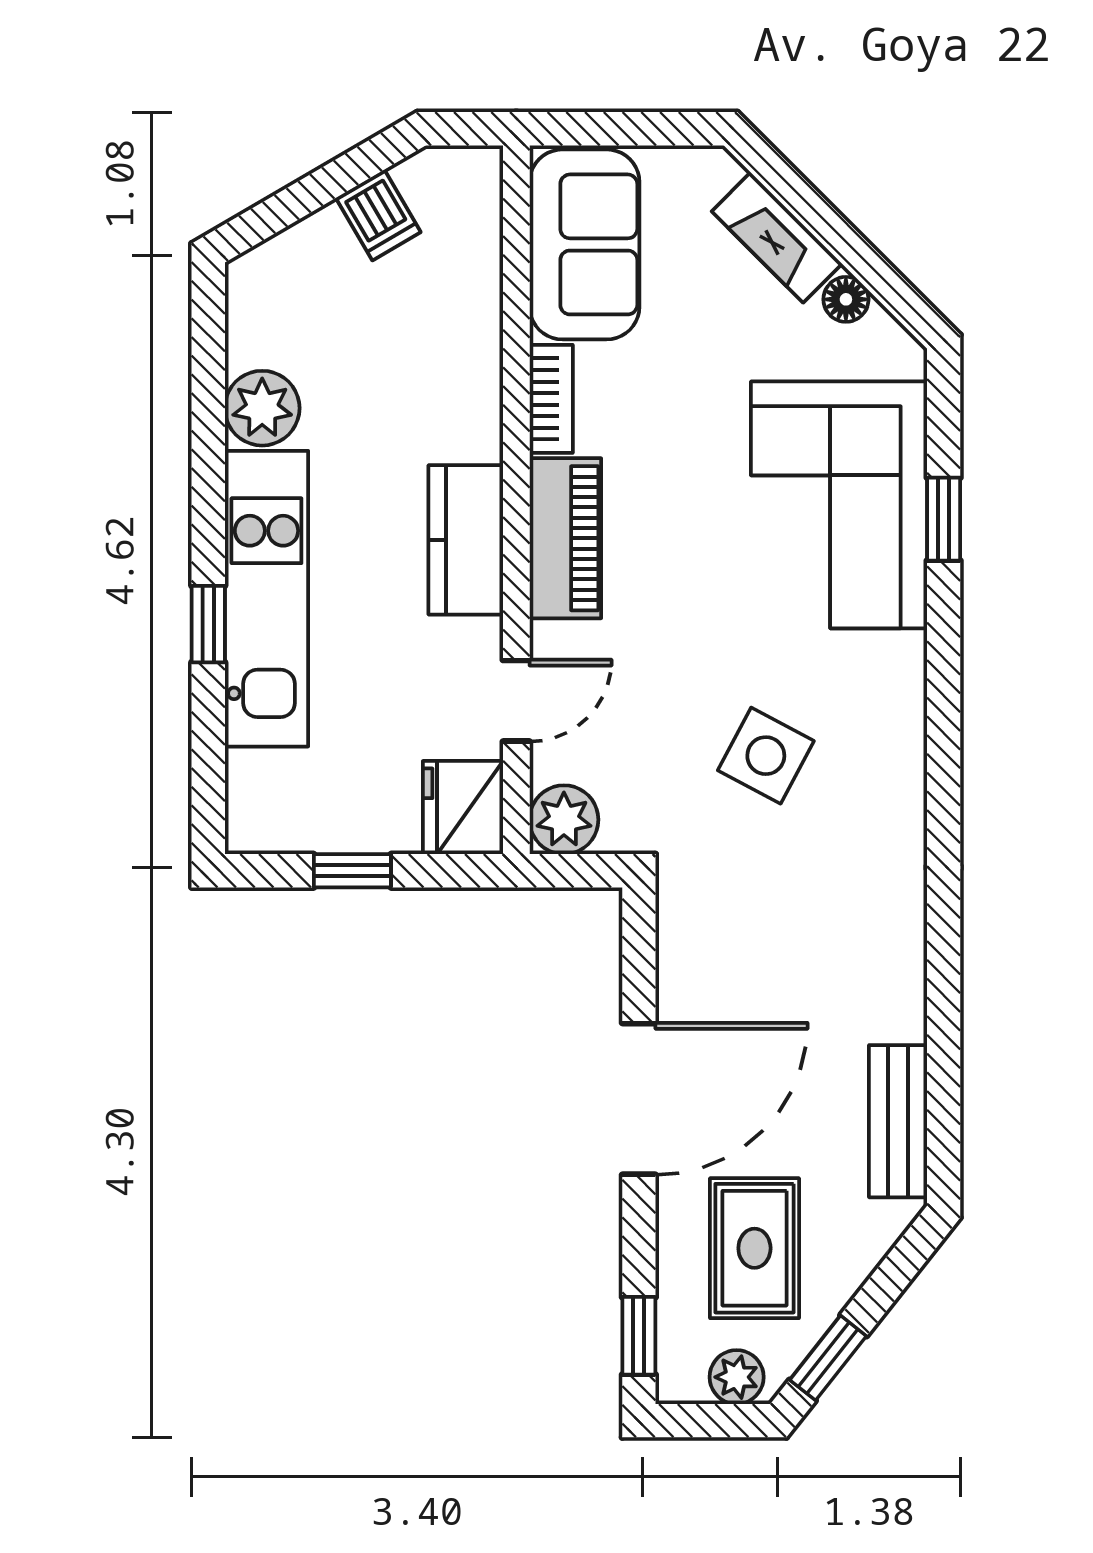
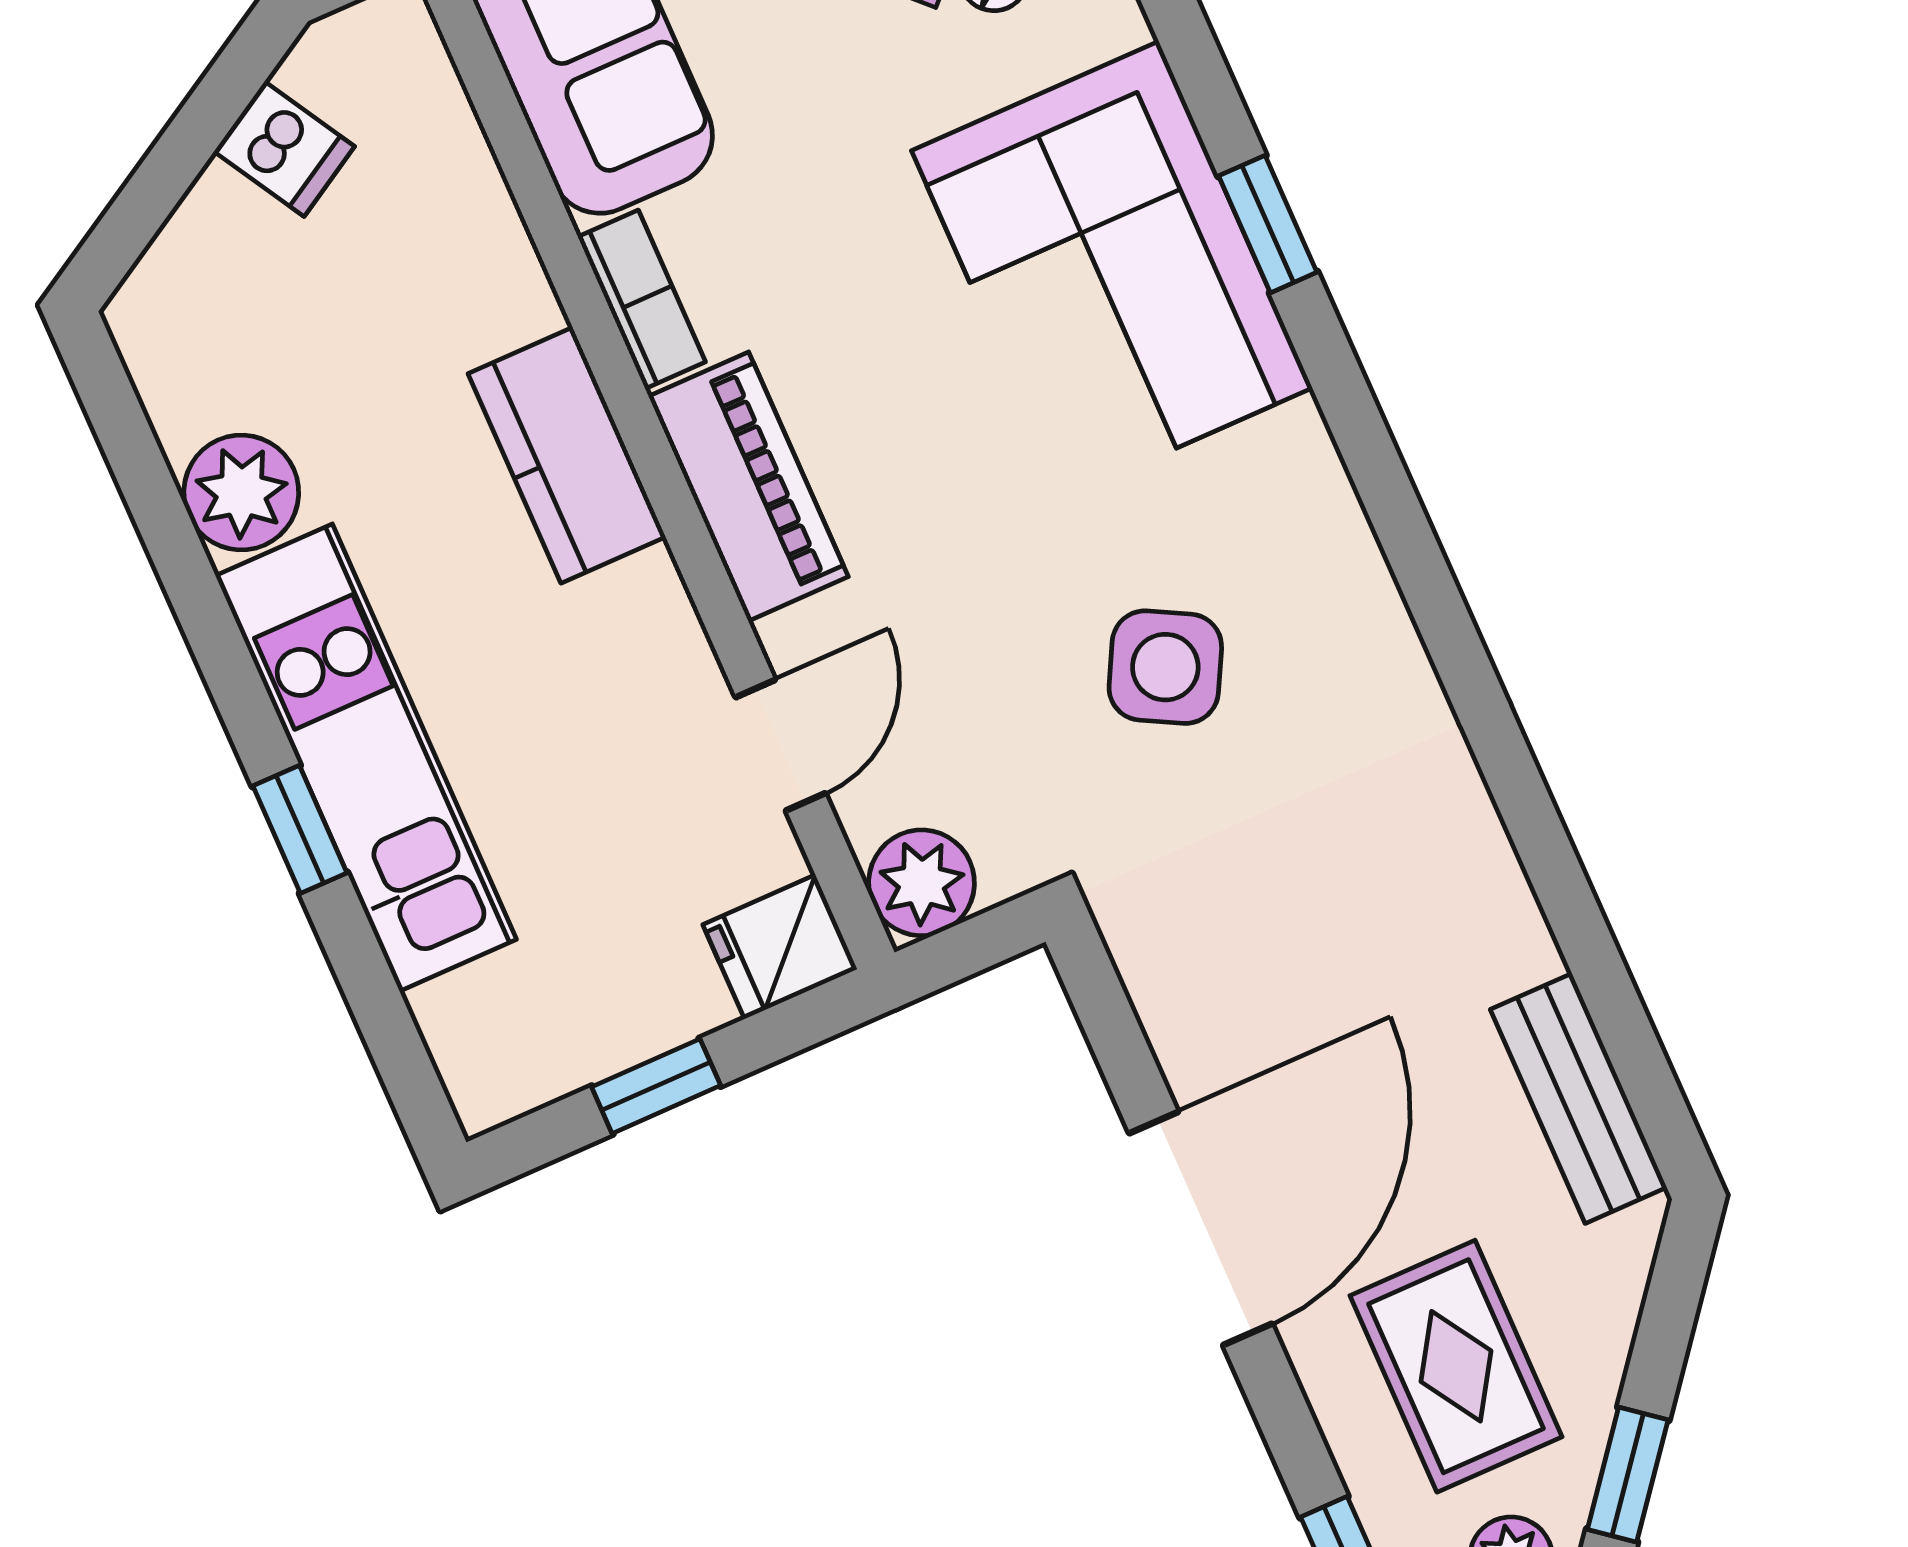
kitchen counter: (466, 540) -> (567, 455), moved
fridge: (463, 808) -> (780, 947), width x0.72

